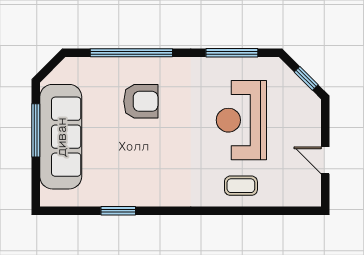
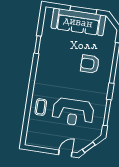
armchair: (141, 101) -> (90, 64), turned 90
reception desk: (241, 120) -> (73, 112), turned 180
door: (325, 160) -> (65, 153), moved

